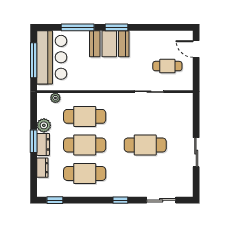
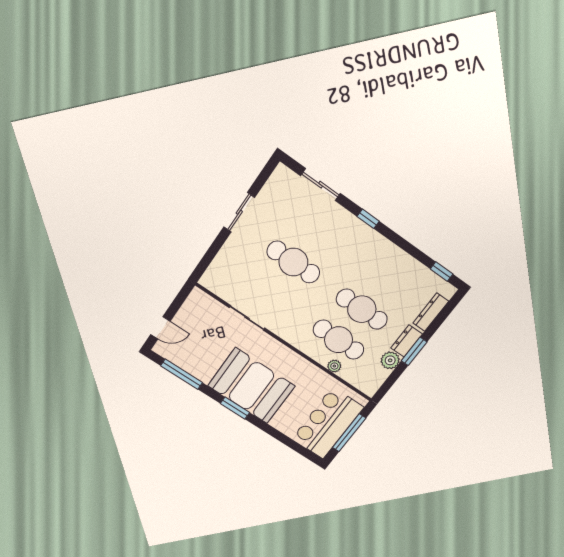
window: (78, 27) -> (182, 374), moved
booth: (109, 44) -> (251, 386), width x1.36, depth x1.42
door: (196, 49) -> (160, 328), hinge flipped
cafe table: (167, 66) -> (206, 331), removed
plant: (55, 98) -> (334, 366), moved
dresser: (42, 168) -> (431, 312), width x1.44
cafe table: (85, 174) -> (386, 278), removed

